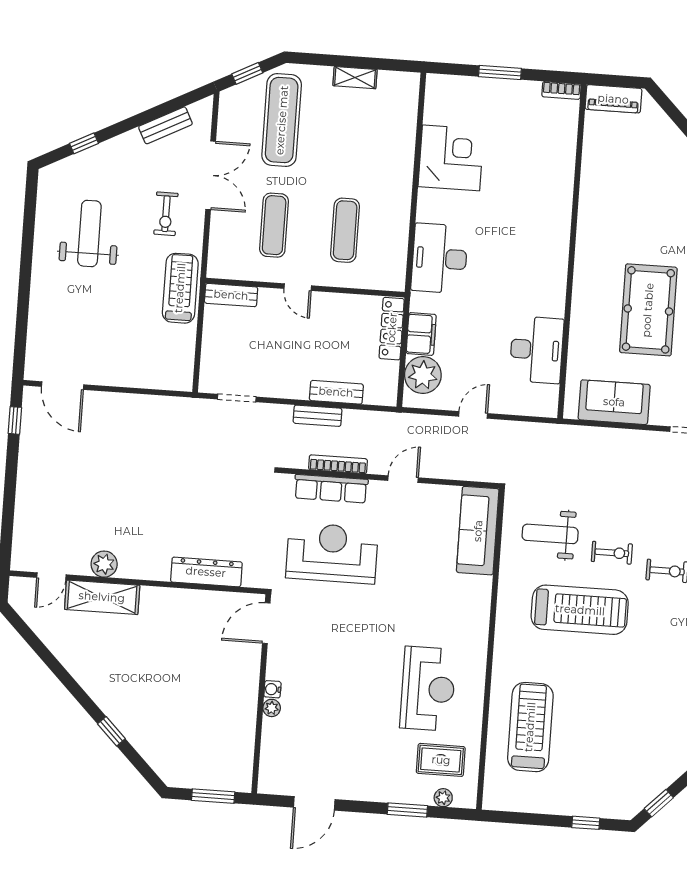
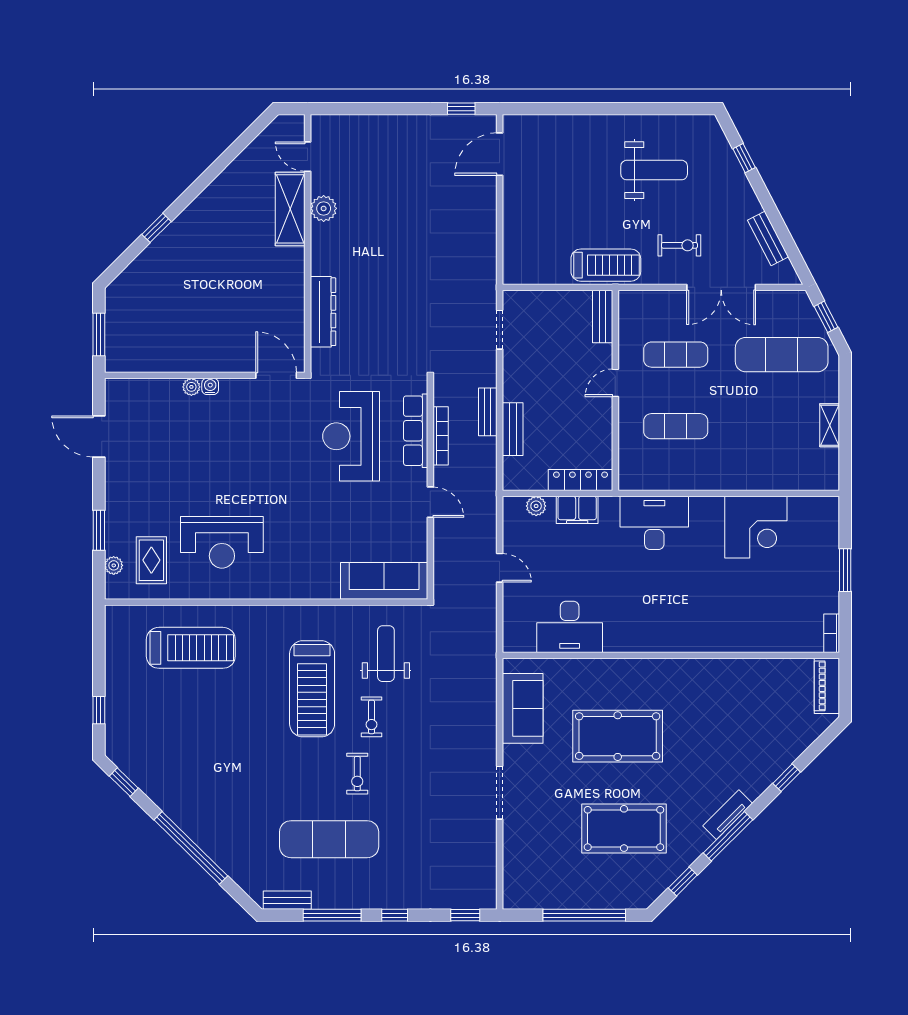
exercise bike: (166, 214) -> (679, 245), turned 180
plant: (423, 375) -> (536, 506), width x0.53, depth x0.53
reception desk: (332, 553) -> (351, 436), turned 180

